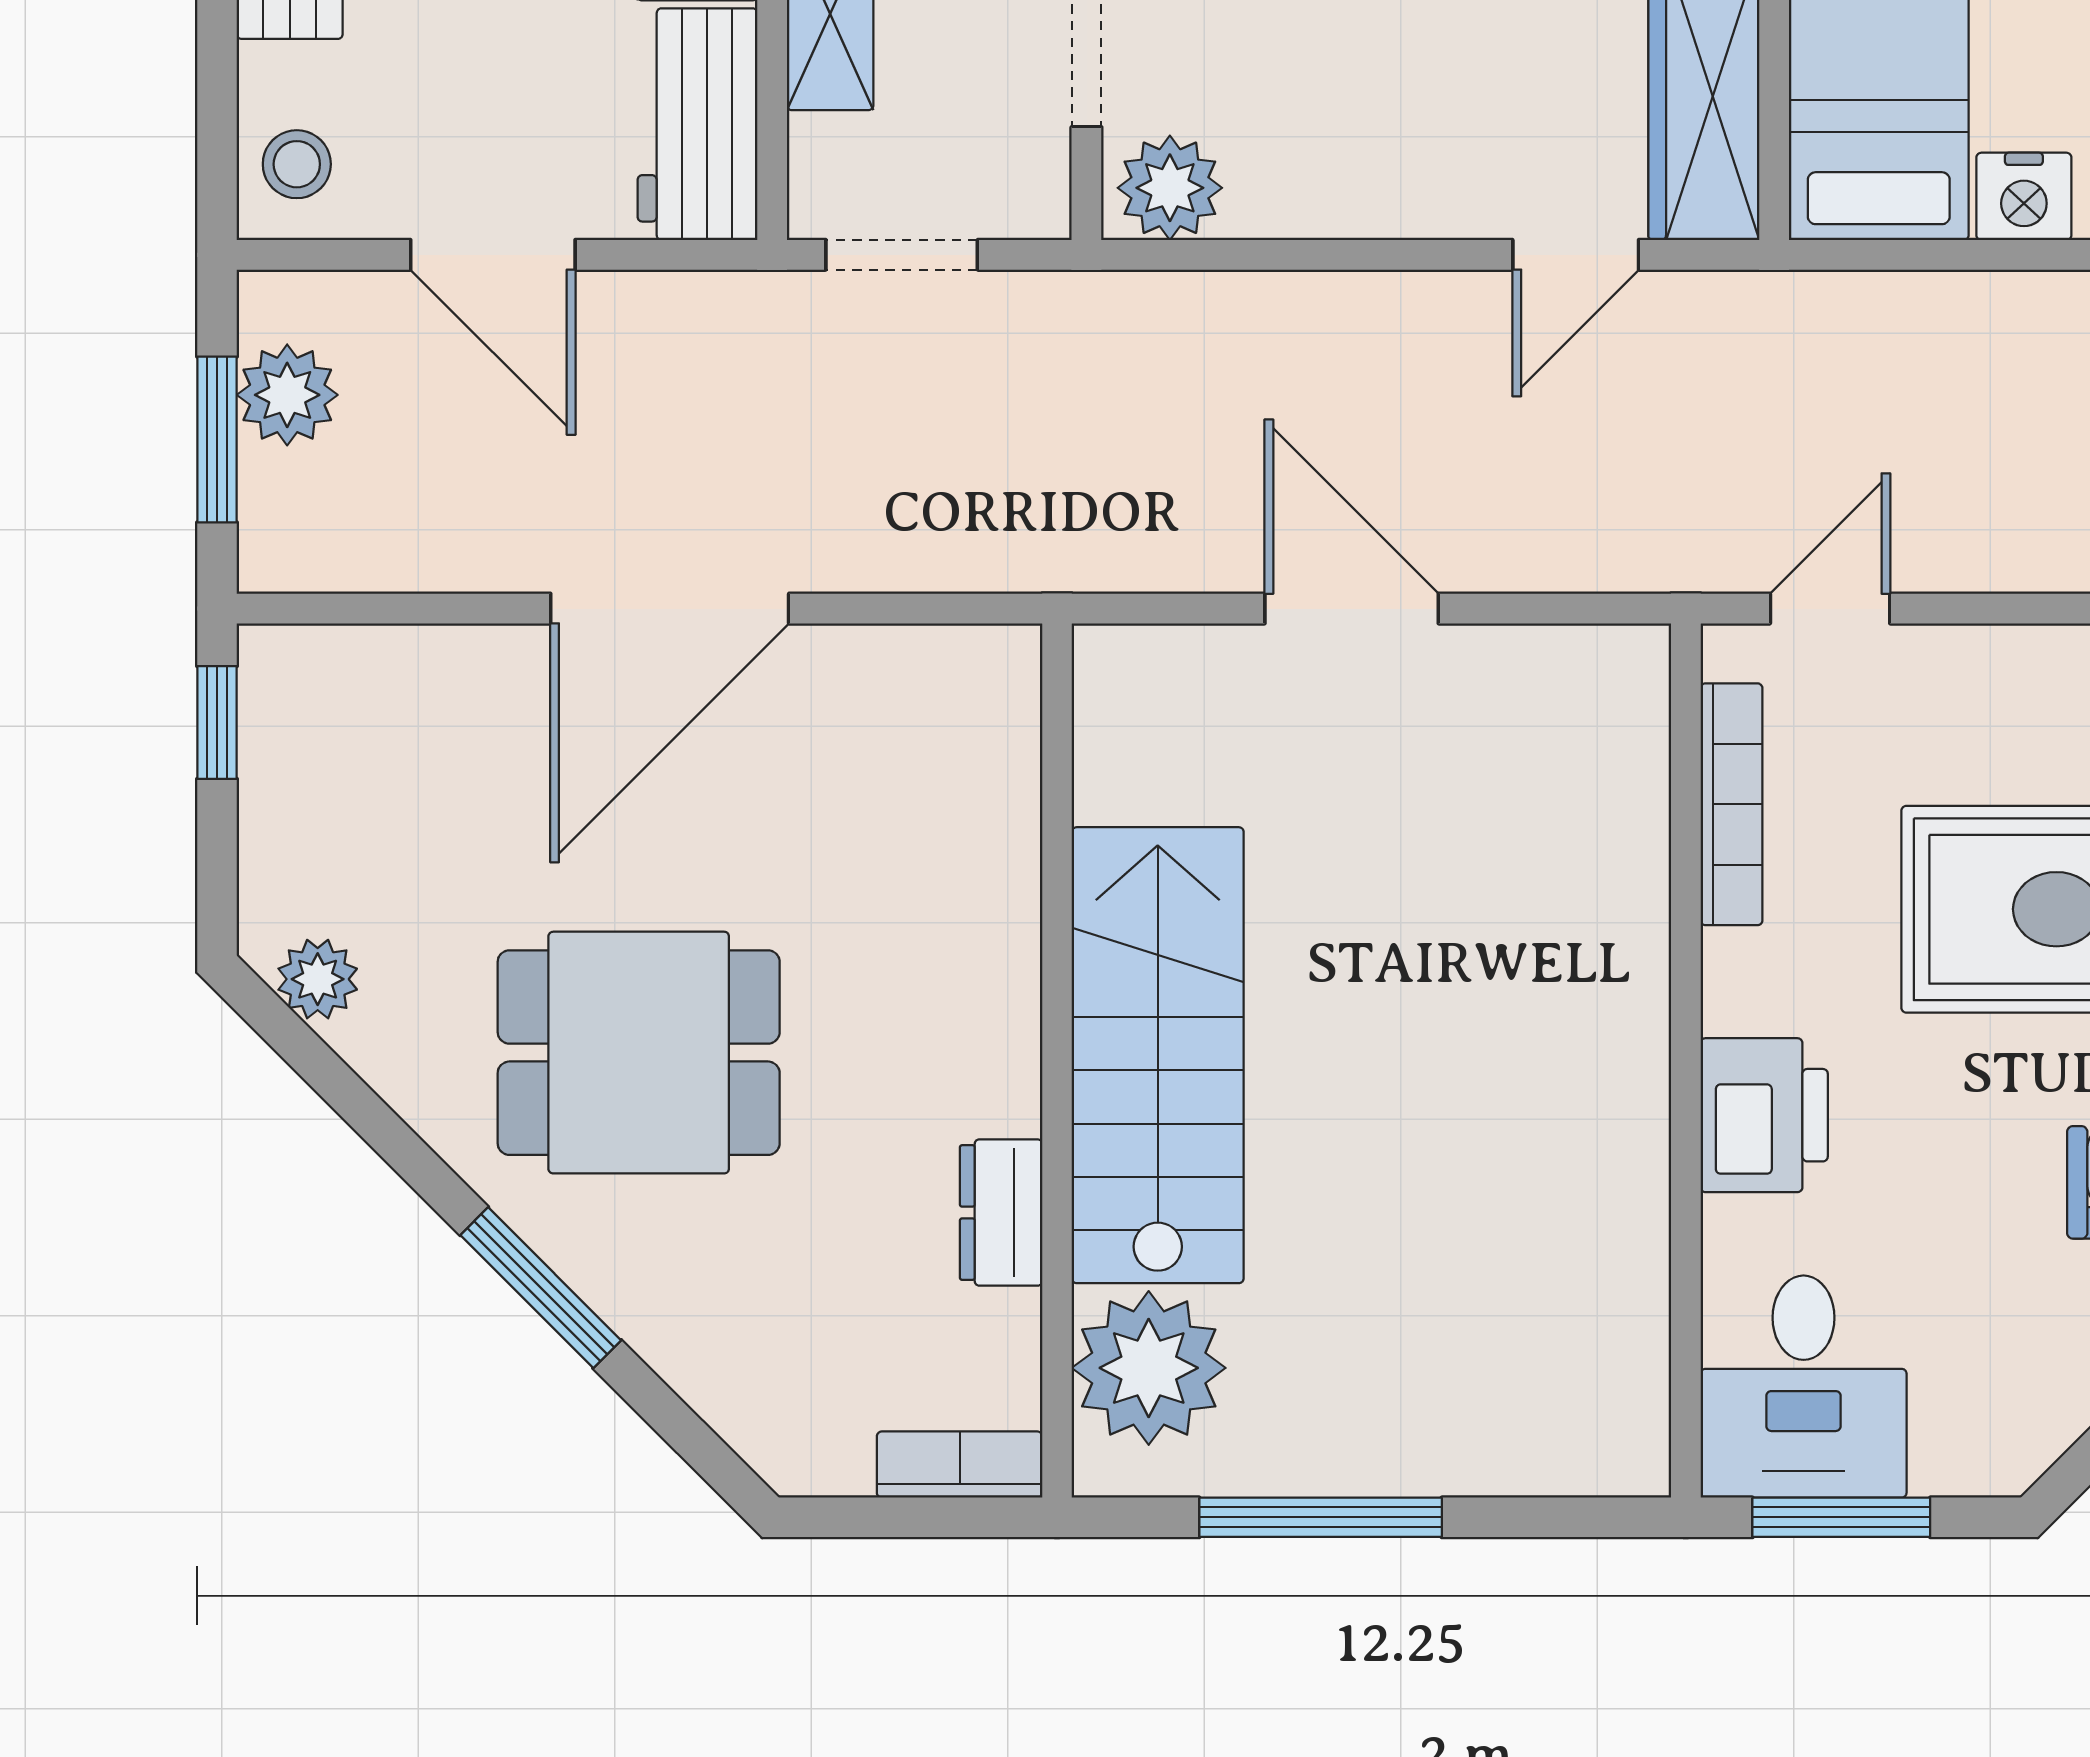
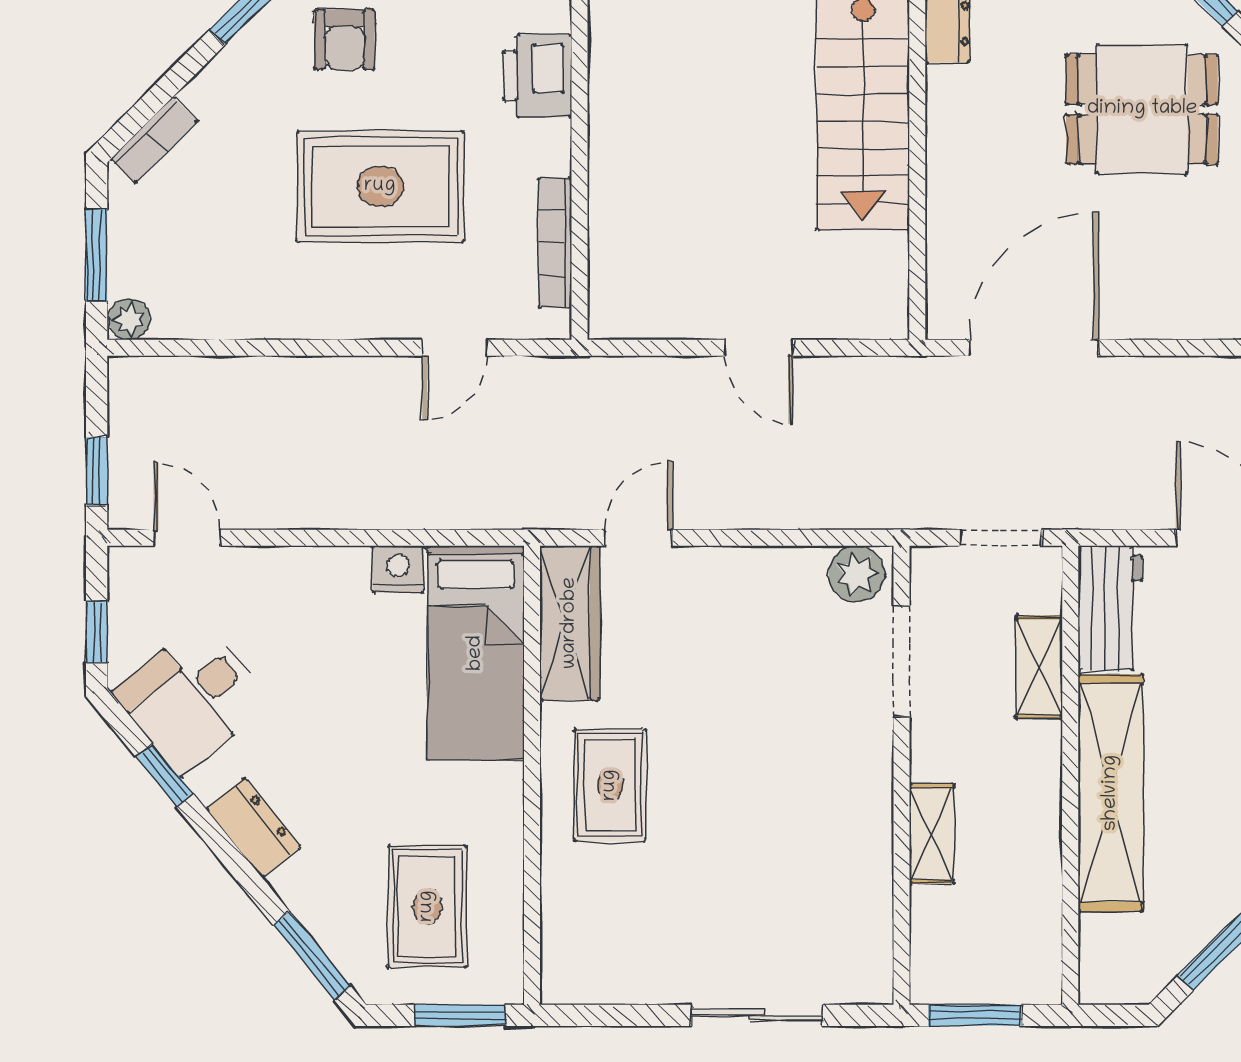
door: (670, 609) -> (1034, 348), moved
door: (1352, 609) -> (759, 348), width x0.73
door: (1830, 609) -> (455, 348), moved

